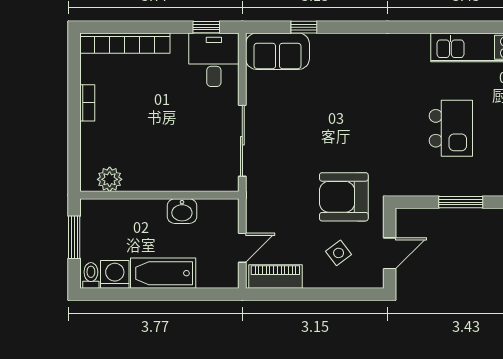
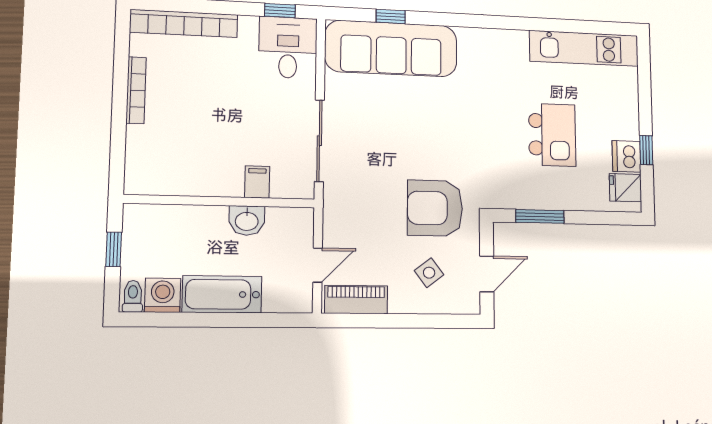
sofa: (278, 51) -> (391, 49), width x1.85, depth x1.27
bookcase: (87, 103) -> (136, 90), width x1.56
filing cabinet: (190, 178) -> (257, 182), added
plant: (110, 179) -> (160, 181), removed
window: (461, 202) -> (540, 216), moved
window: (74, 237) -> (114, 249), width x0.67

